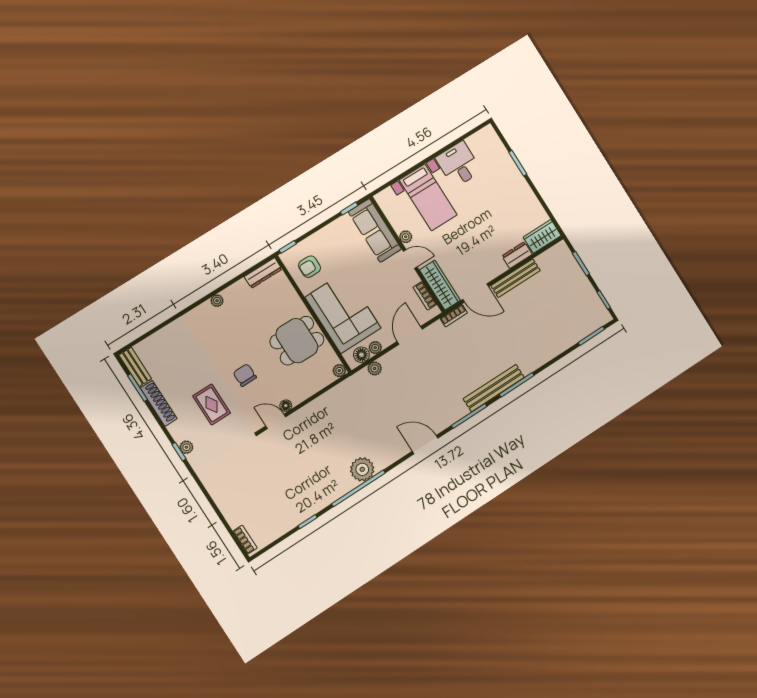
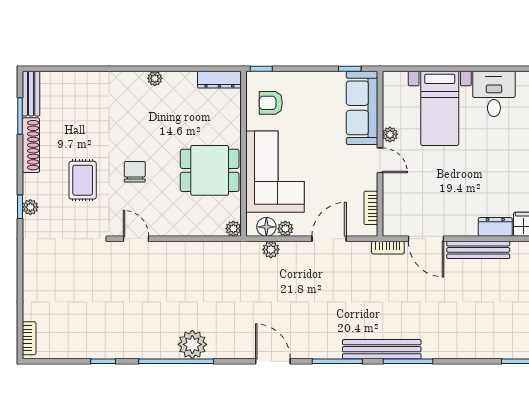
wardrobe: (440, 285) -> (394, 207), removed
floor lamp: (286, 406) -> (156, 229), removed

